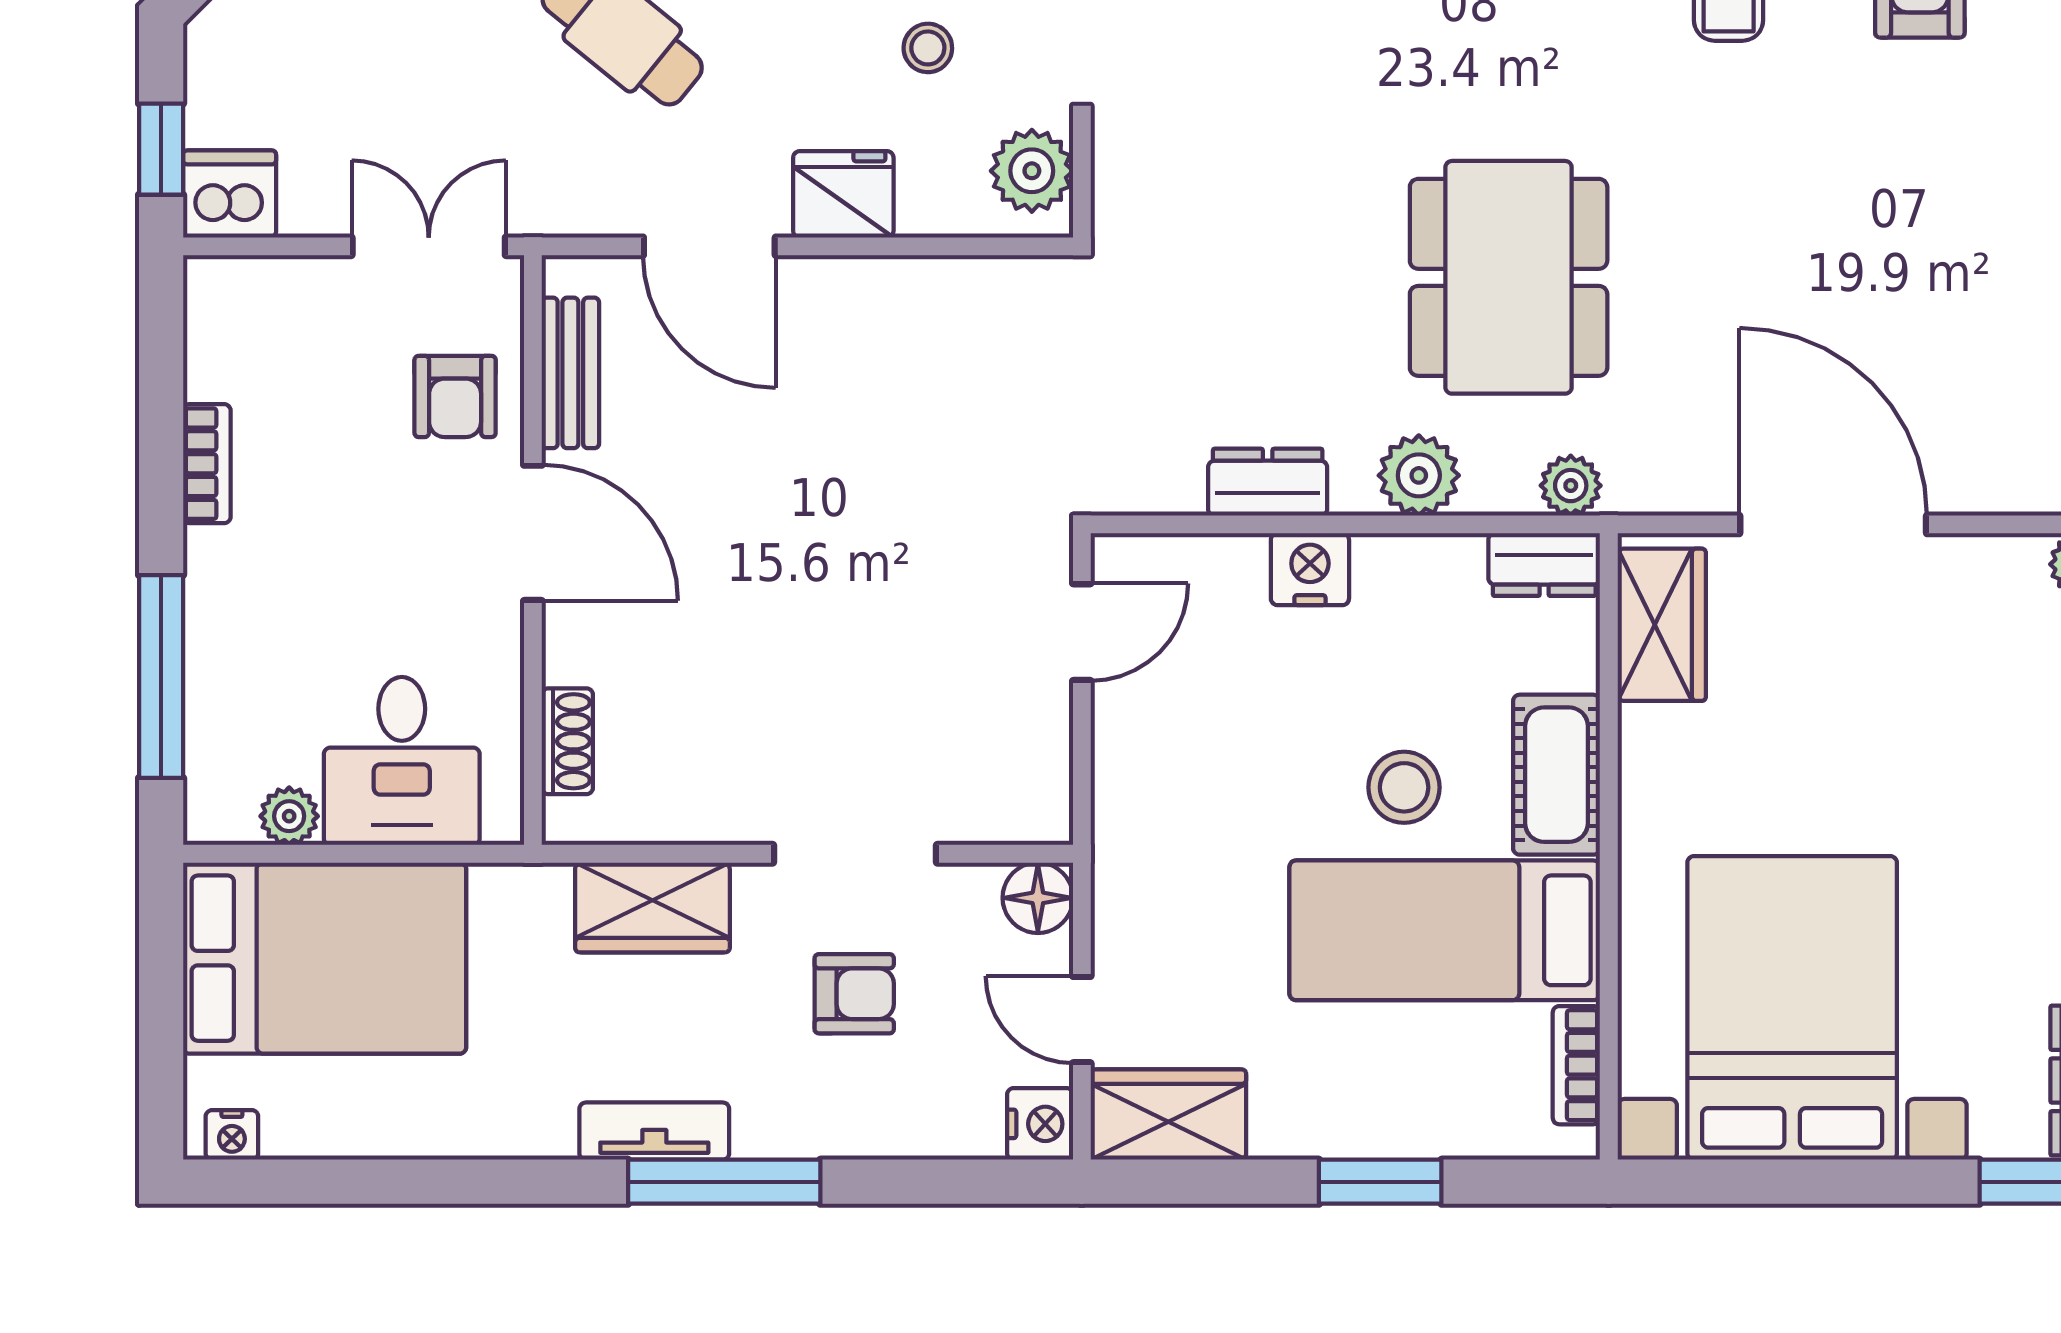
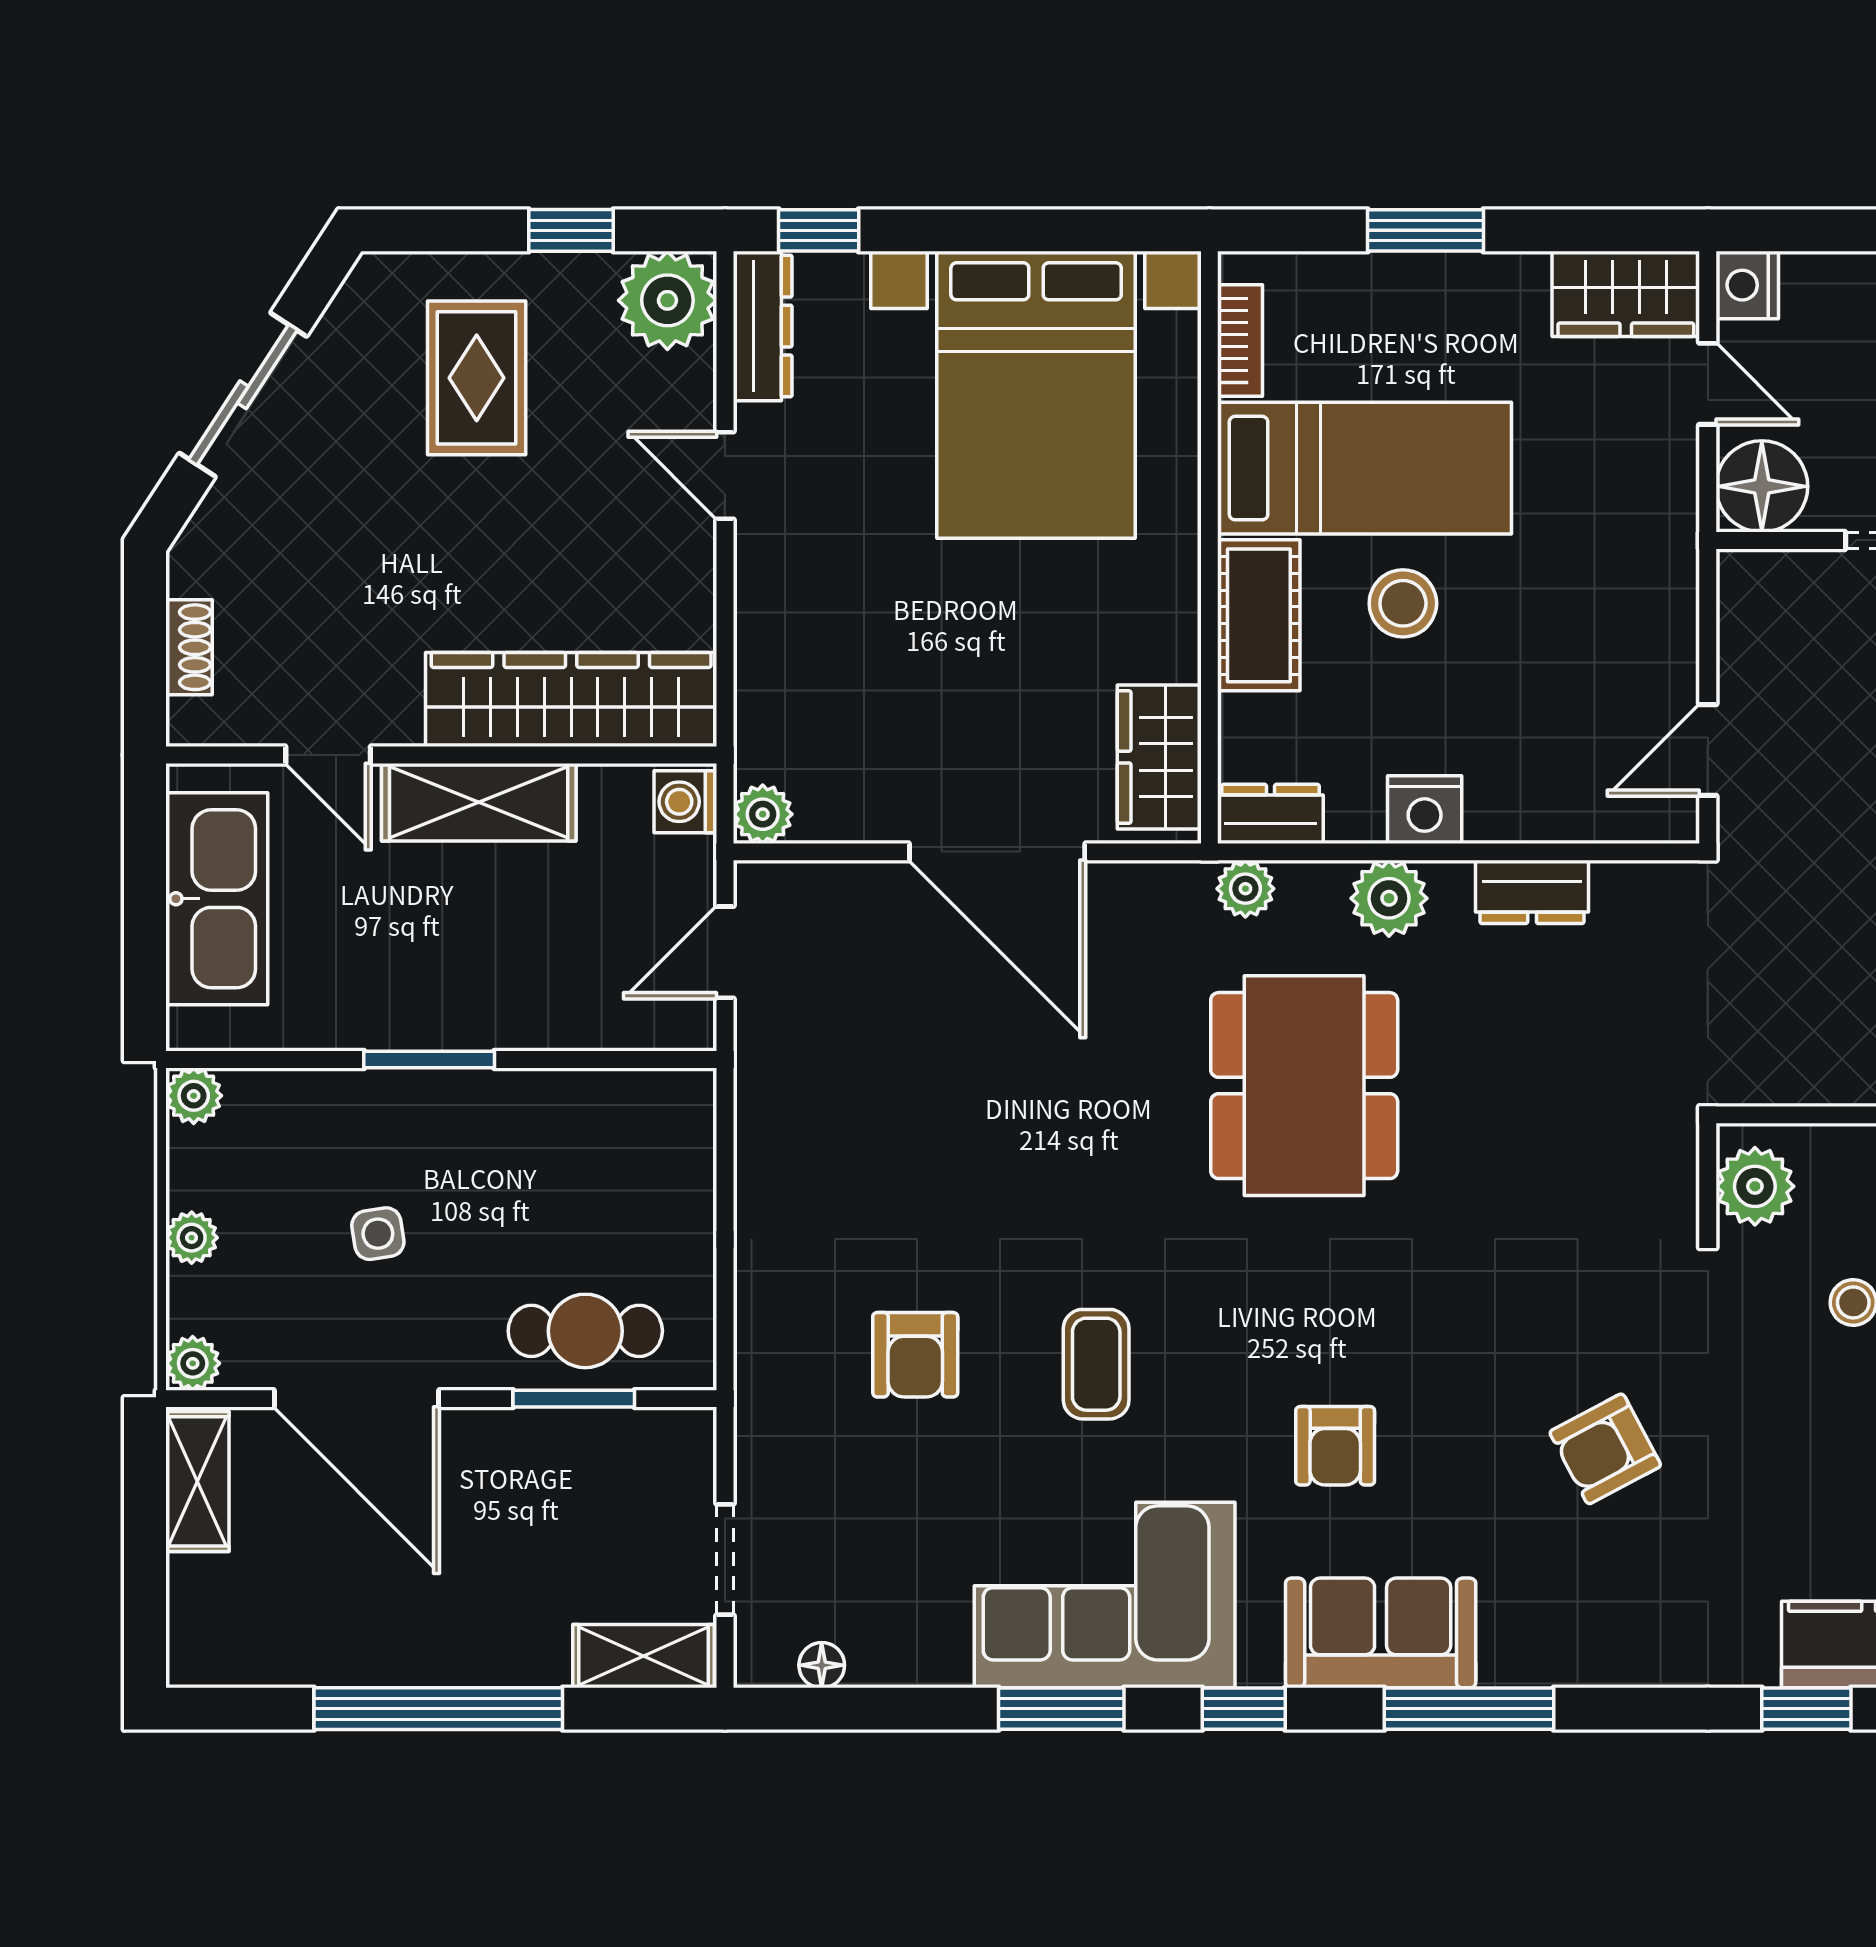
nightstand: (1310, 569) -> (1425, 810), moved
floor lamp: (1038, 898) -> (1762, 486), width x1.38, depth x1.38

